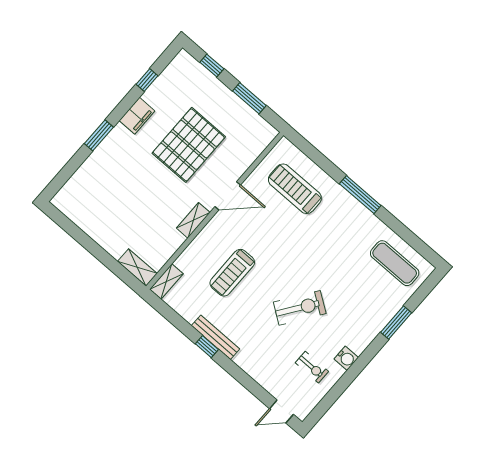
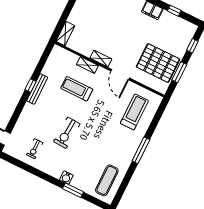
pallet: (189, 145) -> (158, 63), moved
shelving: (166, 281) -> (87, 65), moved
exercise bike: (300, 308) -> (67, 133), turned 59
water cooler: (346, 358) -> (66, 178), moved

